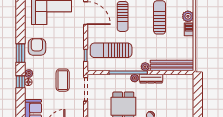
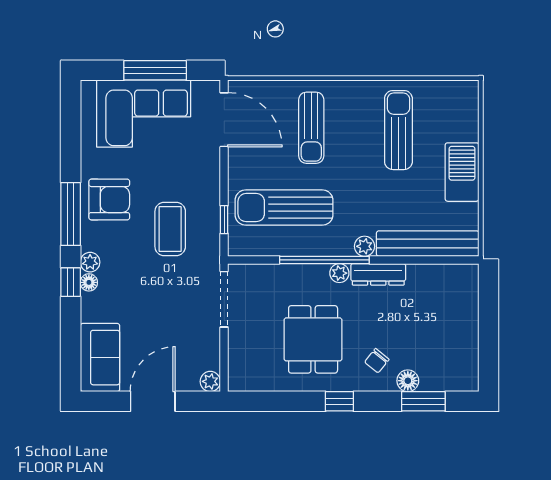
plant: (188, 16) -> (465, 127), removed
barbecue: (189, 29) -> (462, 172), width x1.88, depth x1.53
armchair: (37, 47) -> (109, 200), turned 90
window: (21, 53) -> (71, 214), width x1.44
coffee table: (63, 80) -> (170, 229), moved

